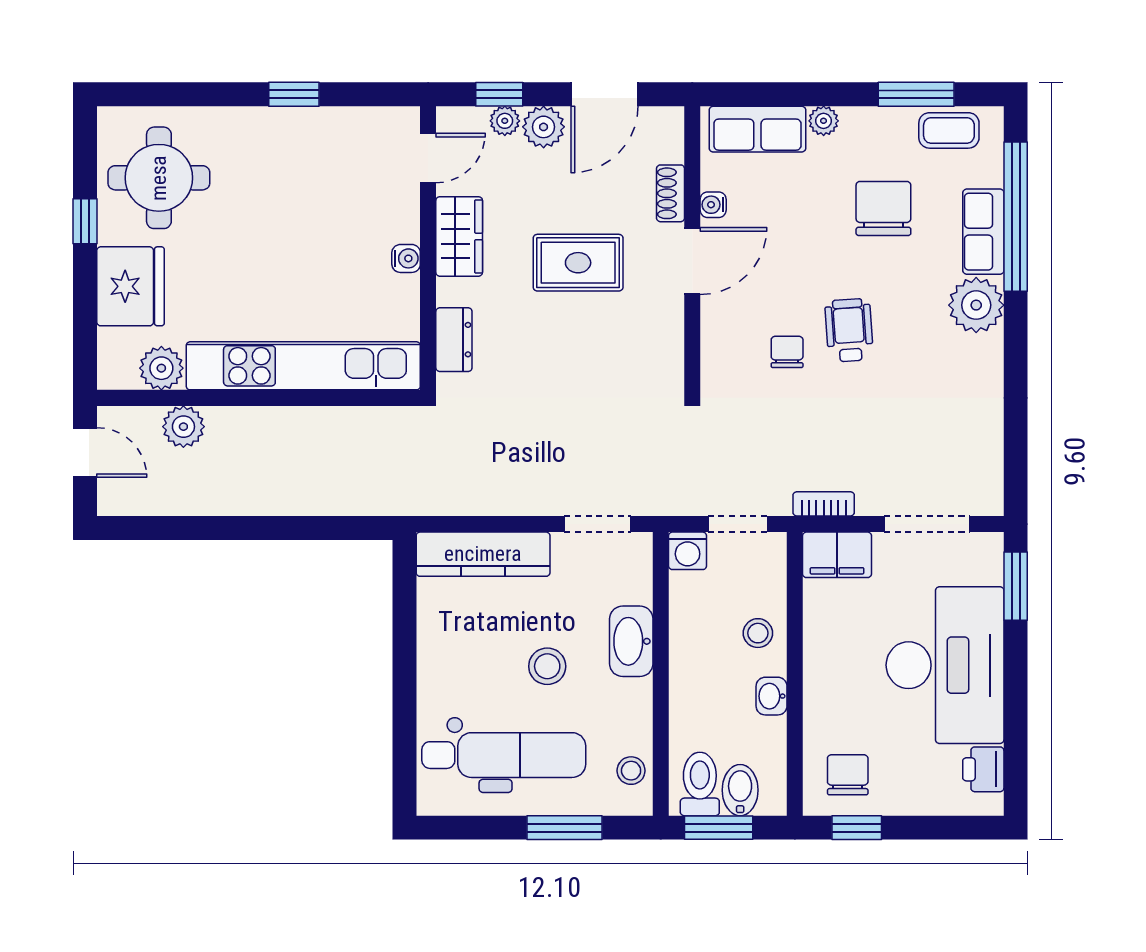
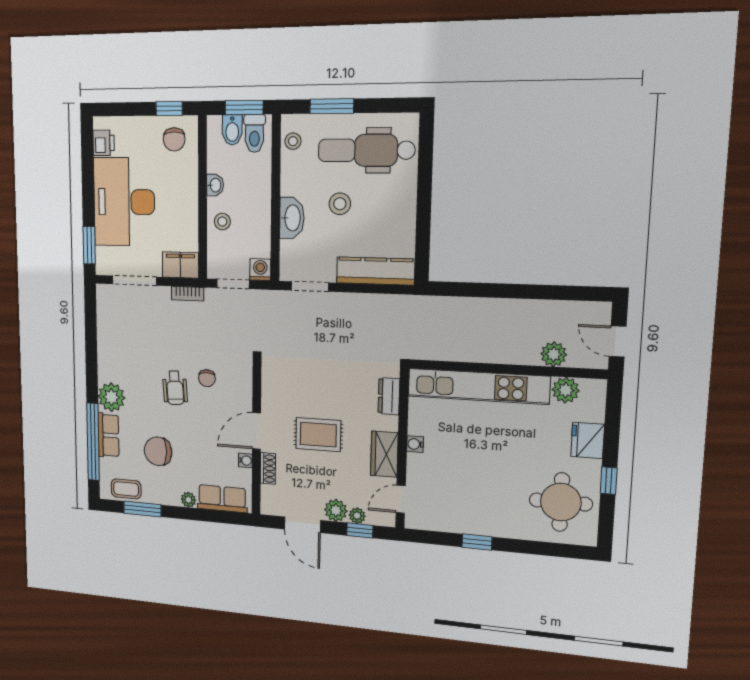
door: (605, 94) -> (302, 525), swing flipped
chair: (883, 208) -> (158, 451), turned 90
fridge: (130, 286) -> (588, 440), width x0.73, depth x0.75

